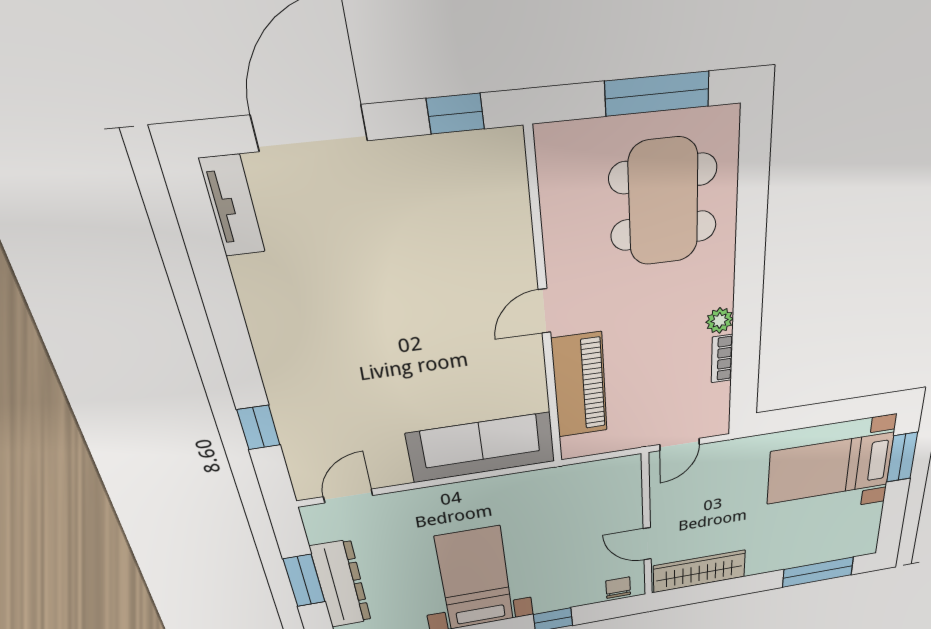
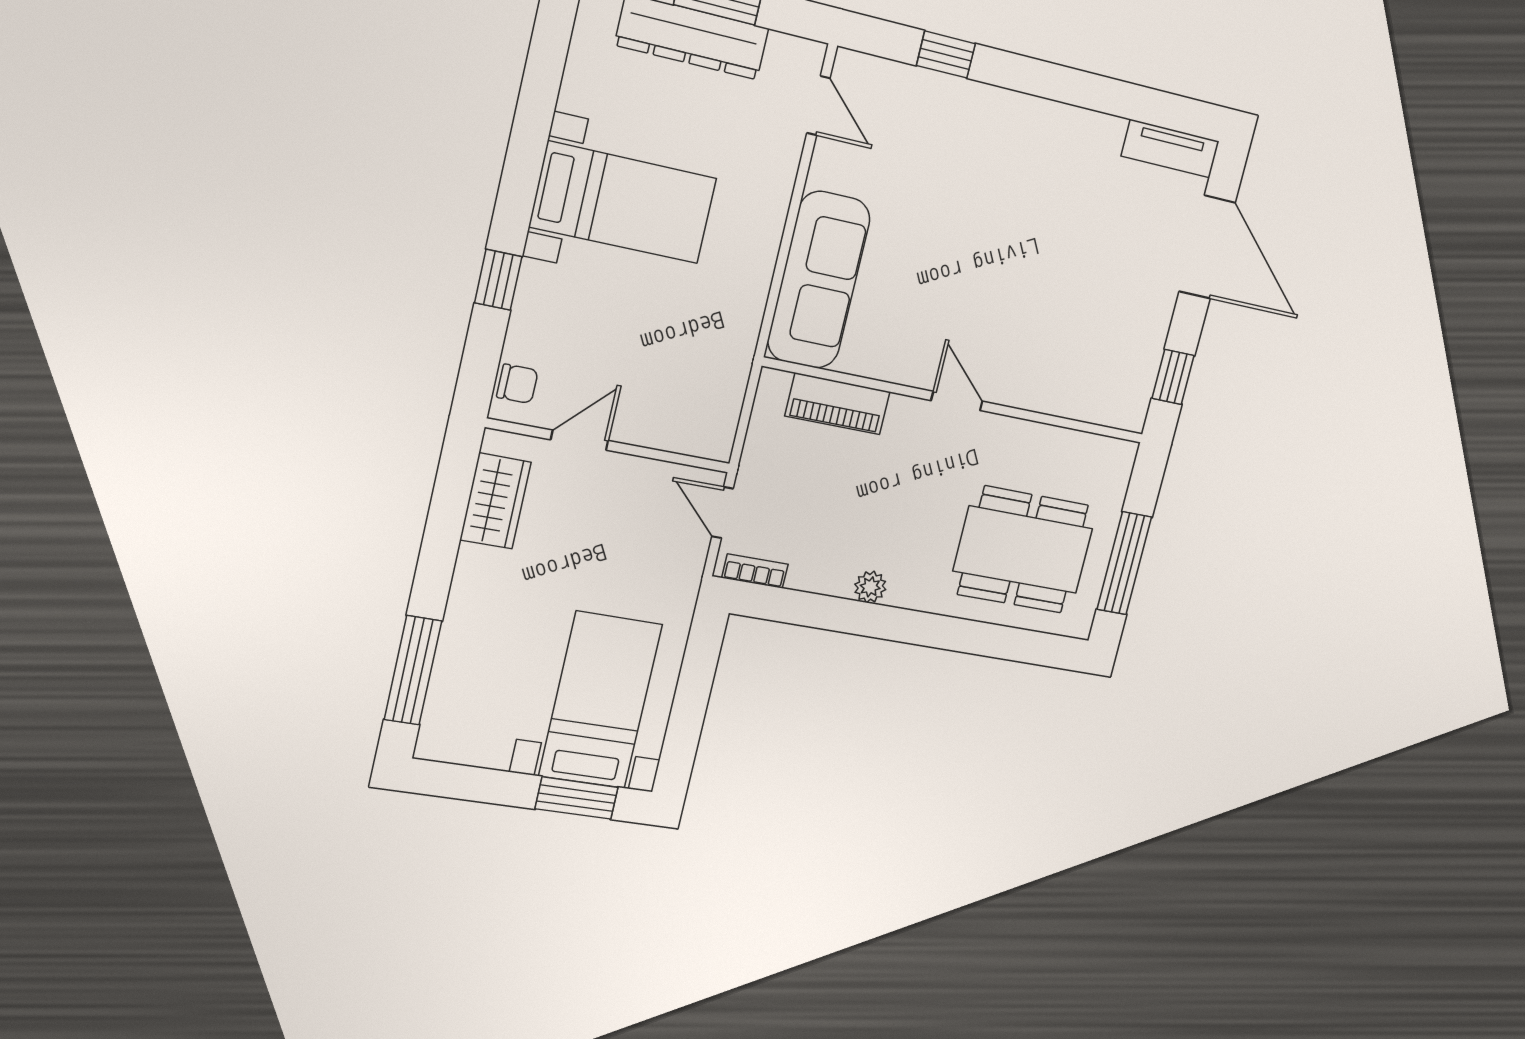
bookcase: (722, 359) -> (755, 571), moved
piano: (580, 385) -> (838, 404), width x0.73, depth x0.75
wardrobe: (699, 571) -> (495, 501), width x0.67

